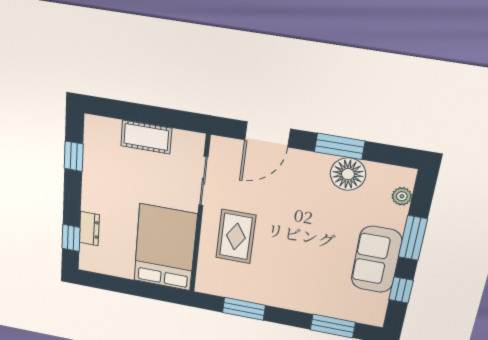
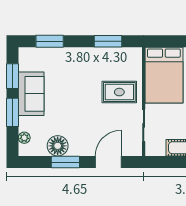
rug: (236, 236) -> (119, 92), turned 90
window: (401, 290) -> (13, 76), width x1.50

